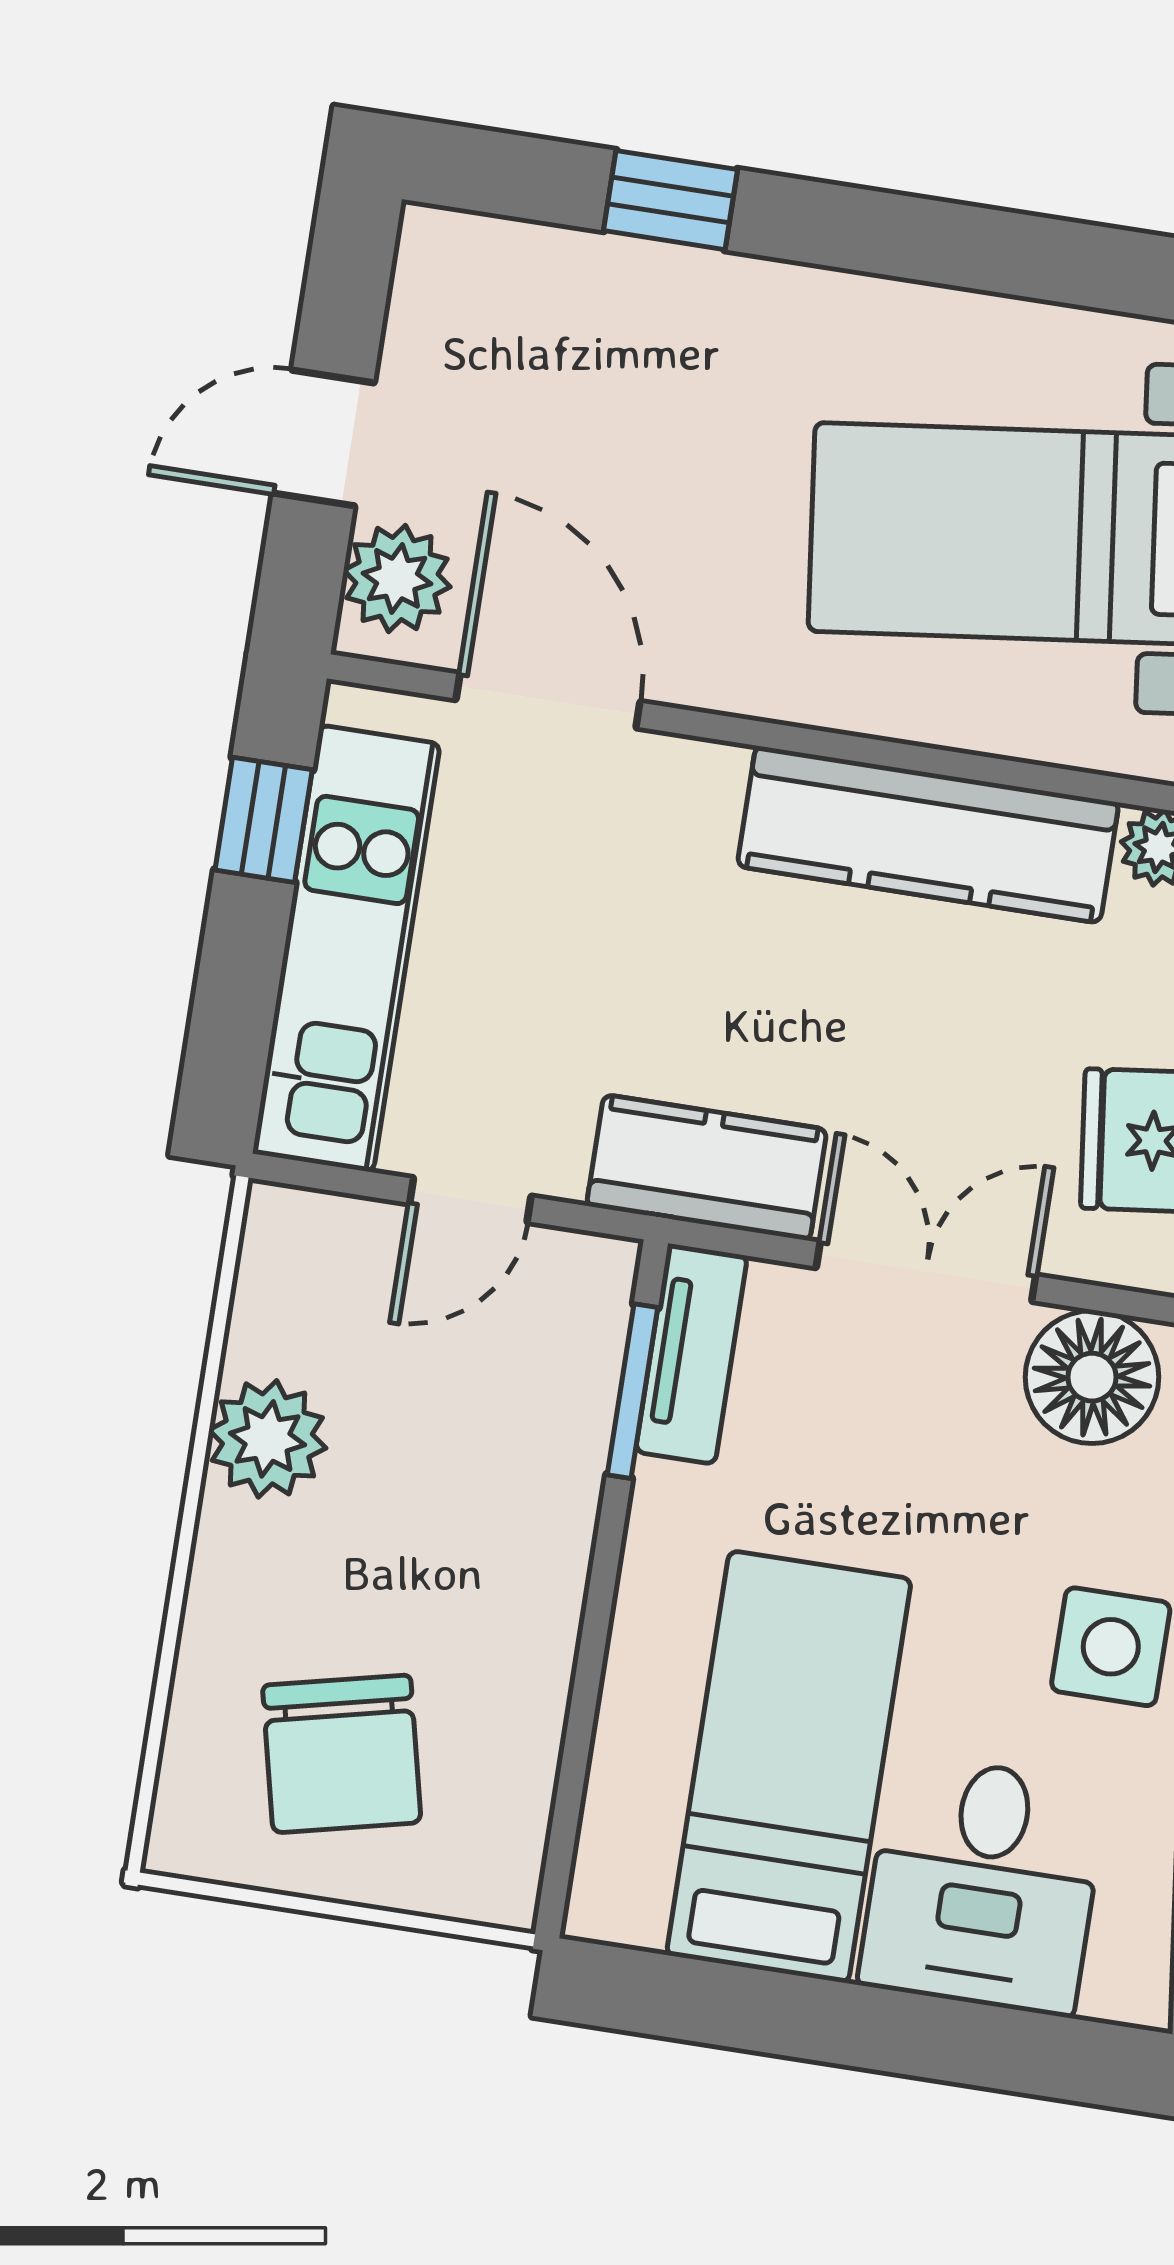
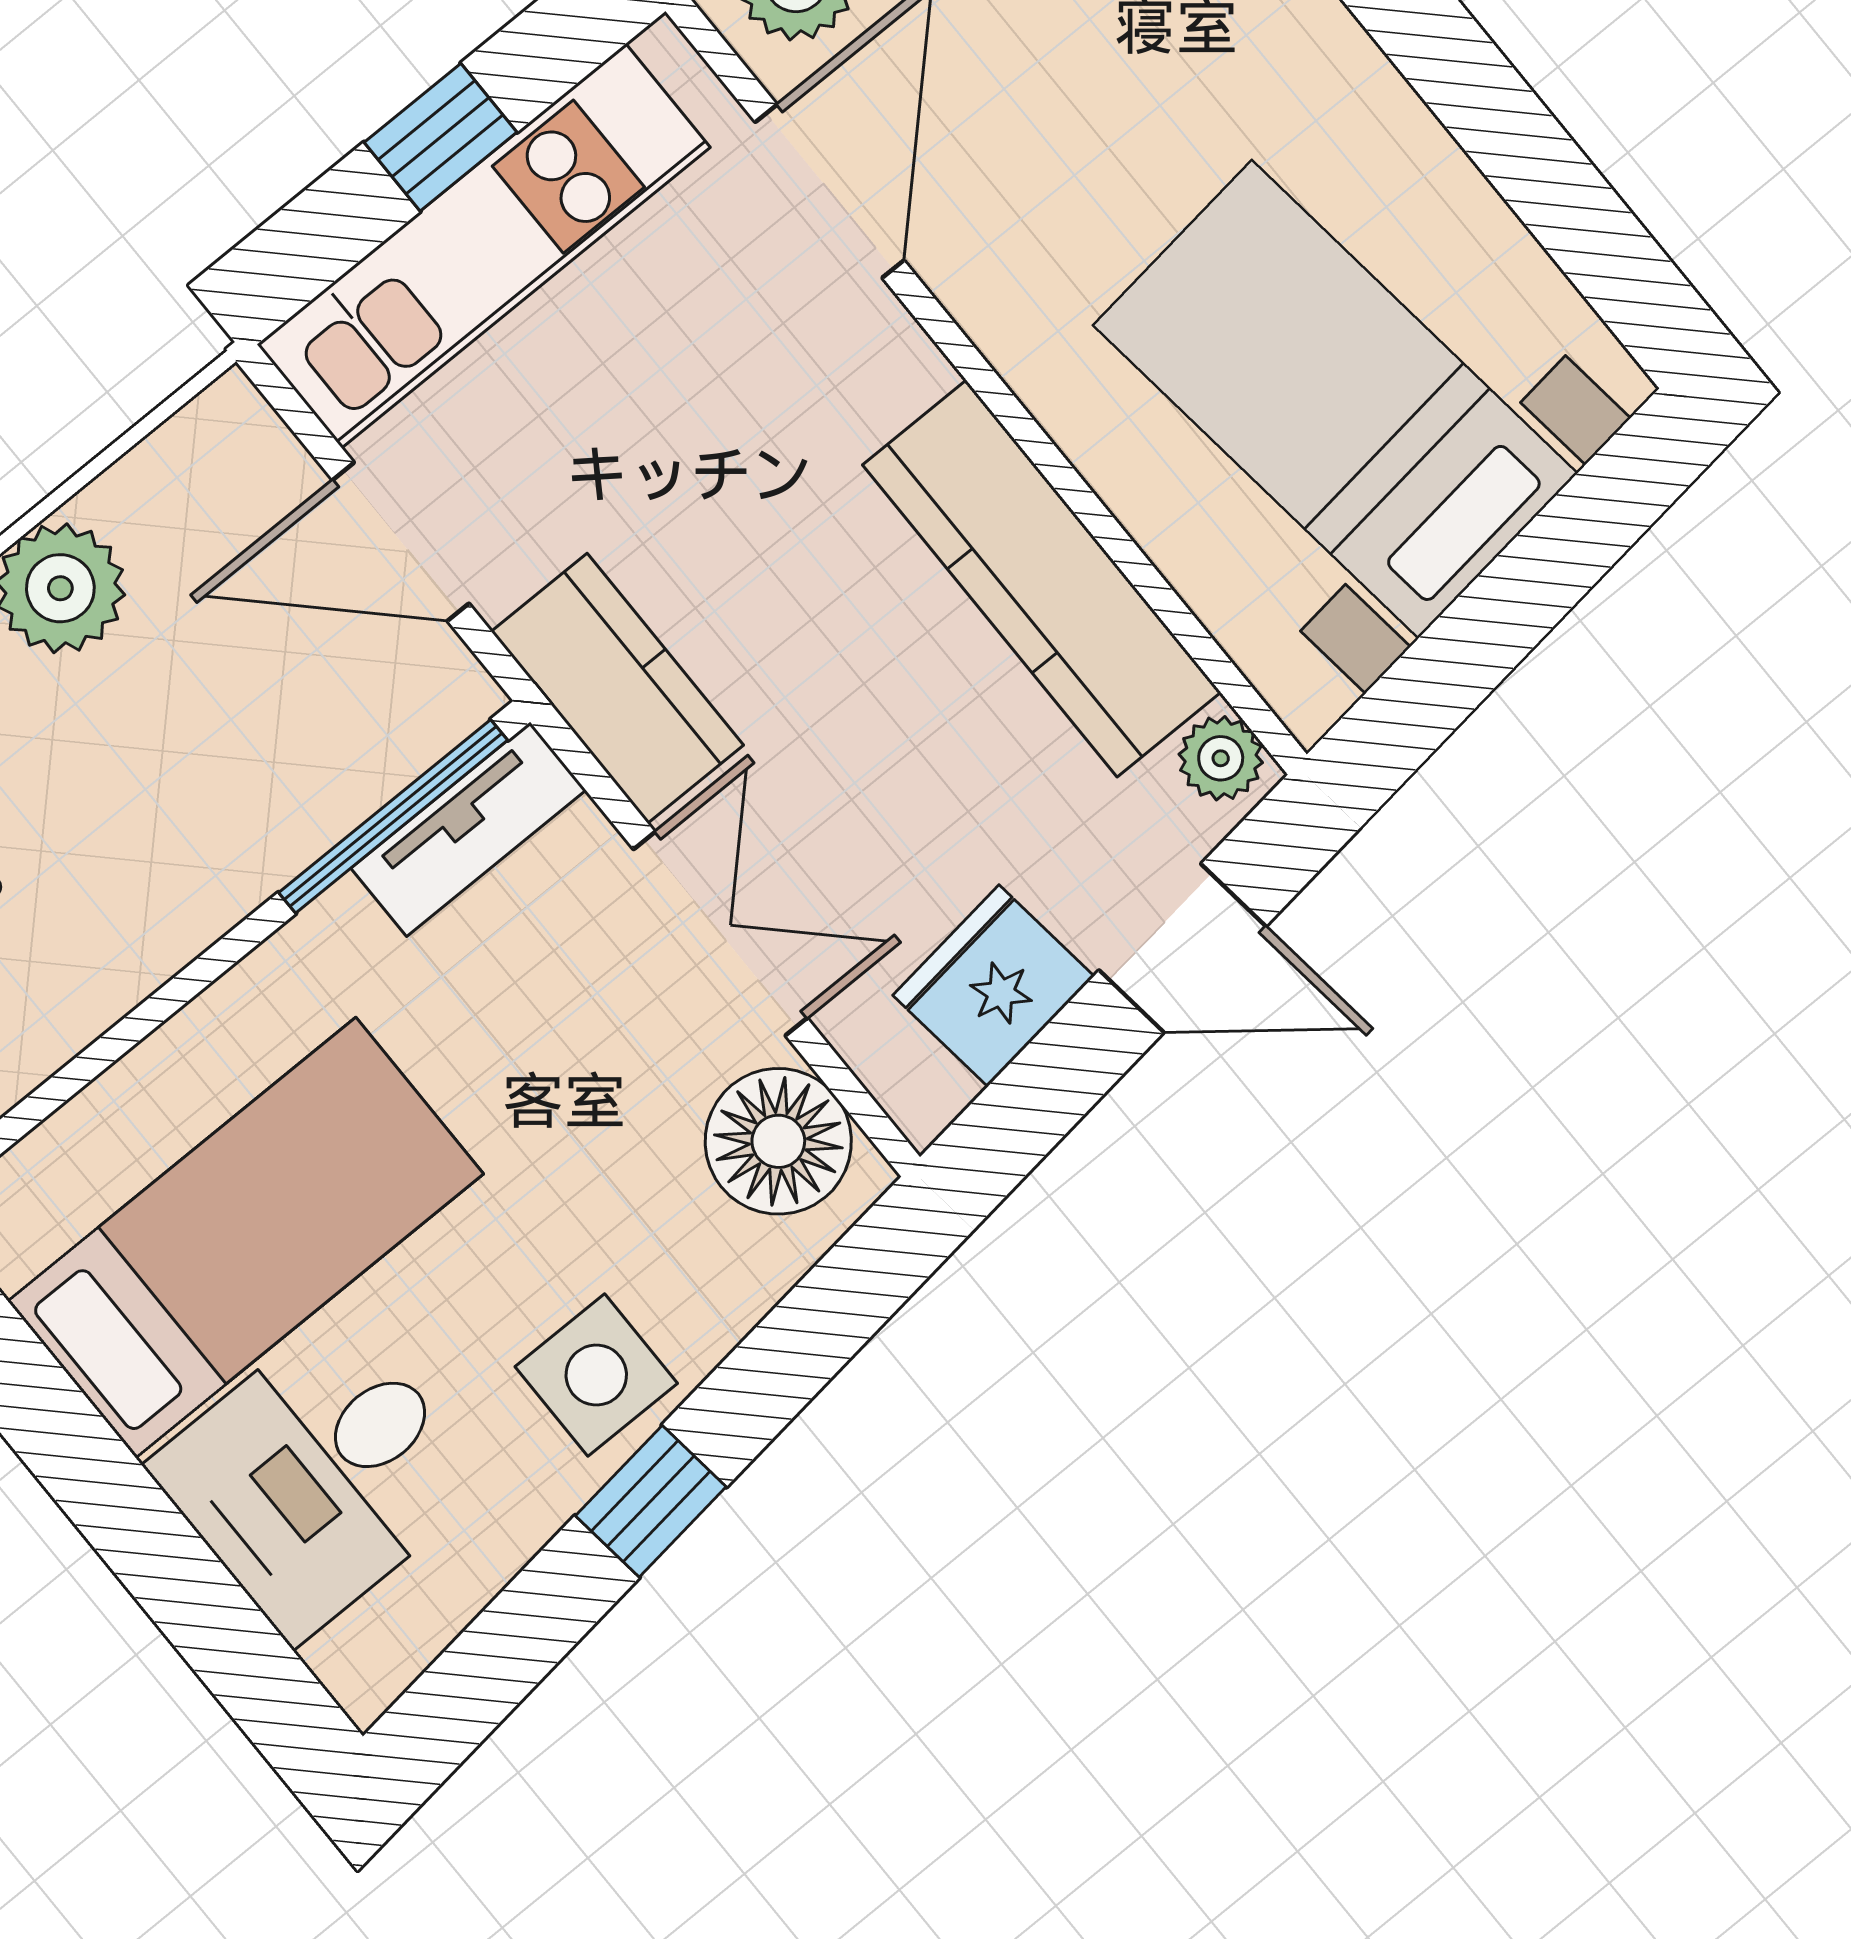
window: (264, 820) -> (441, 137), moved
door: (470, 1200) -> (401, 542), width x1.38
window: (632, 1391) -> (393, 816), width x1.44

